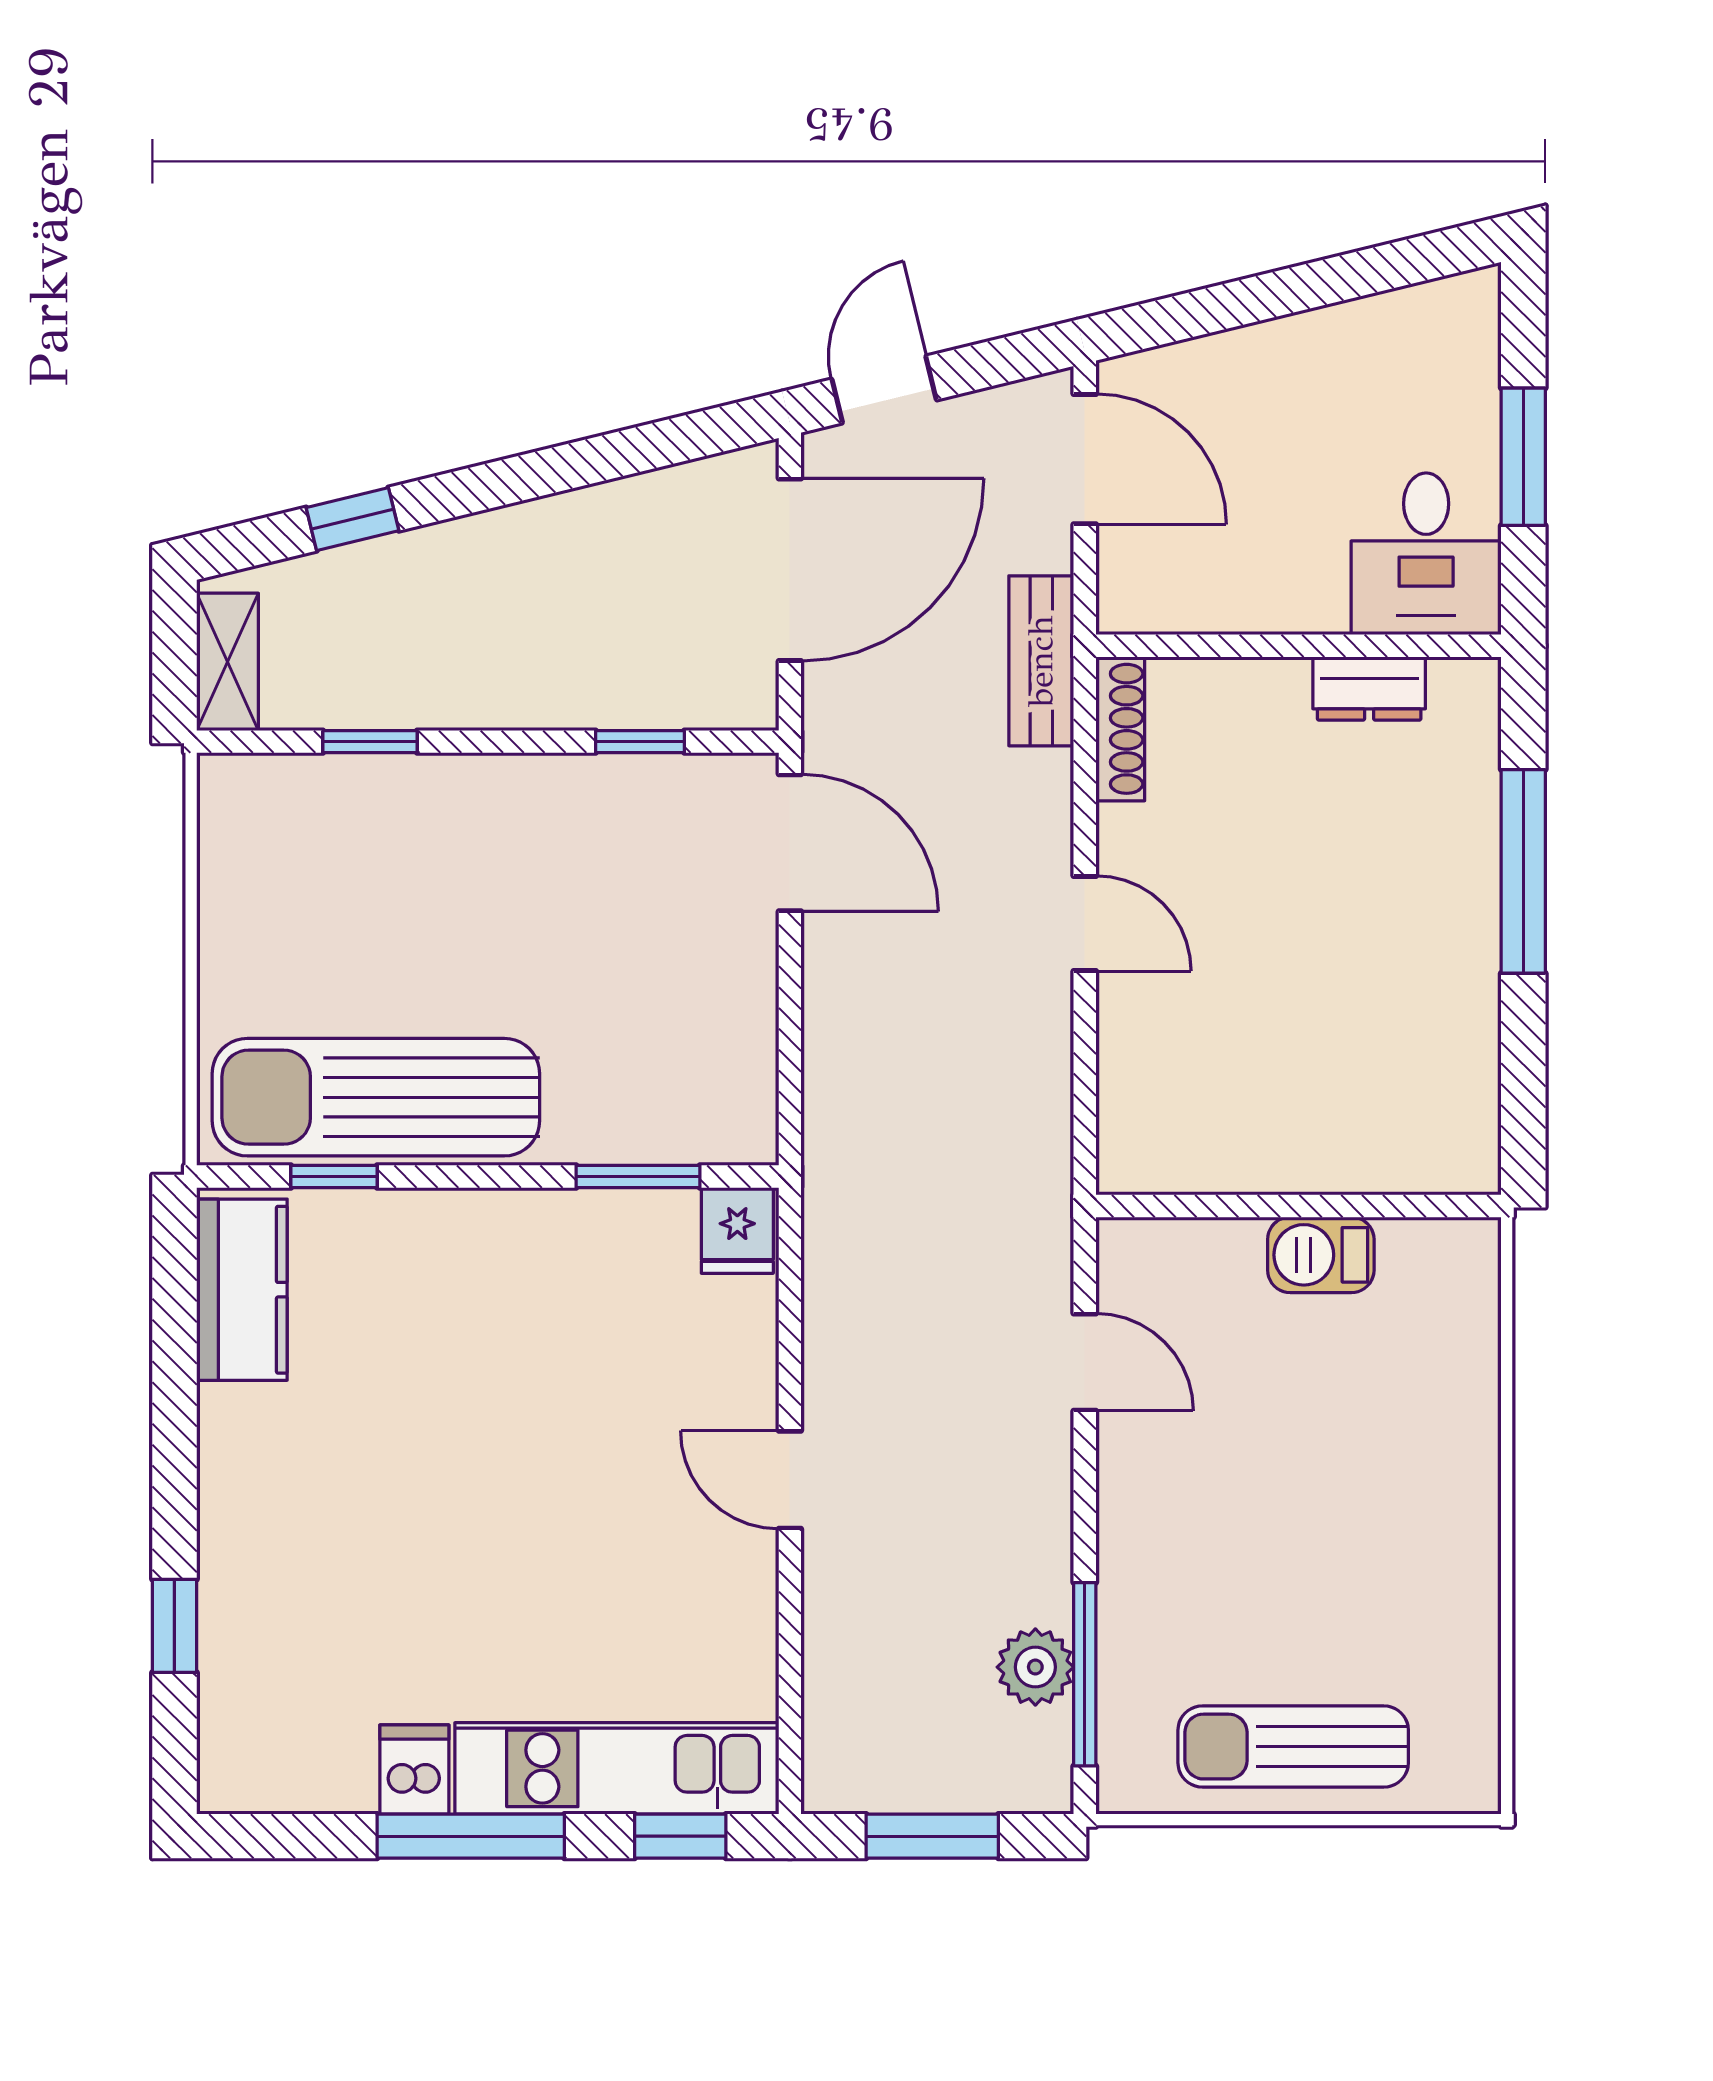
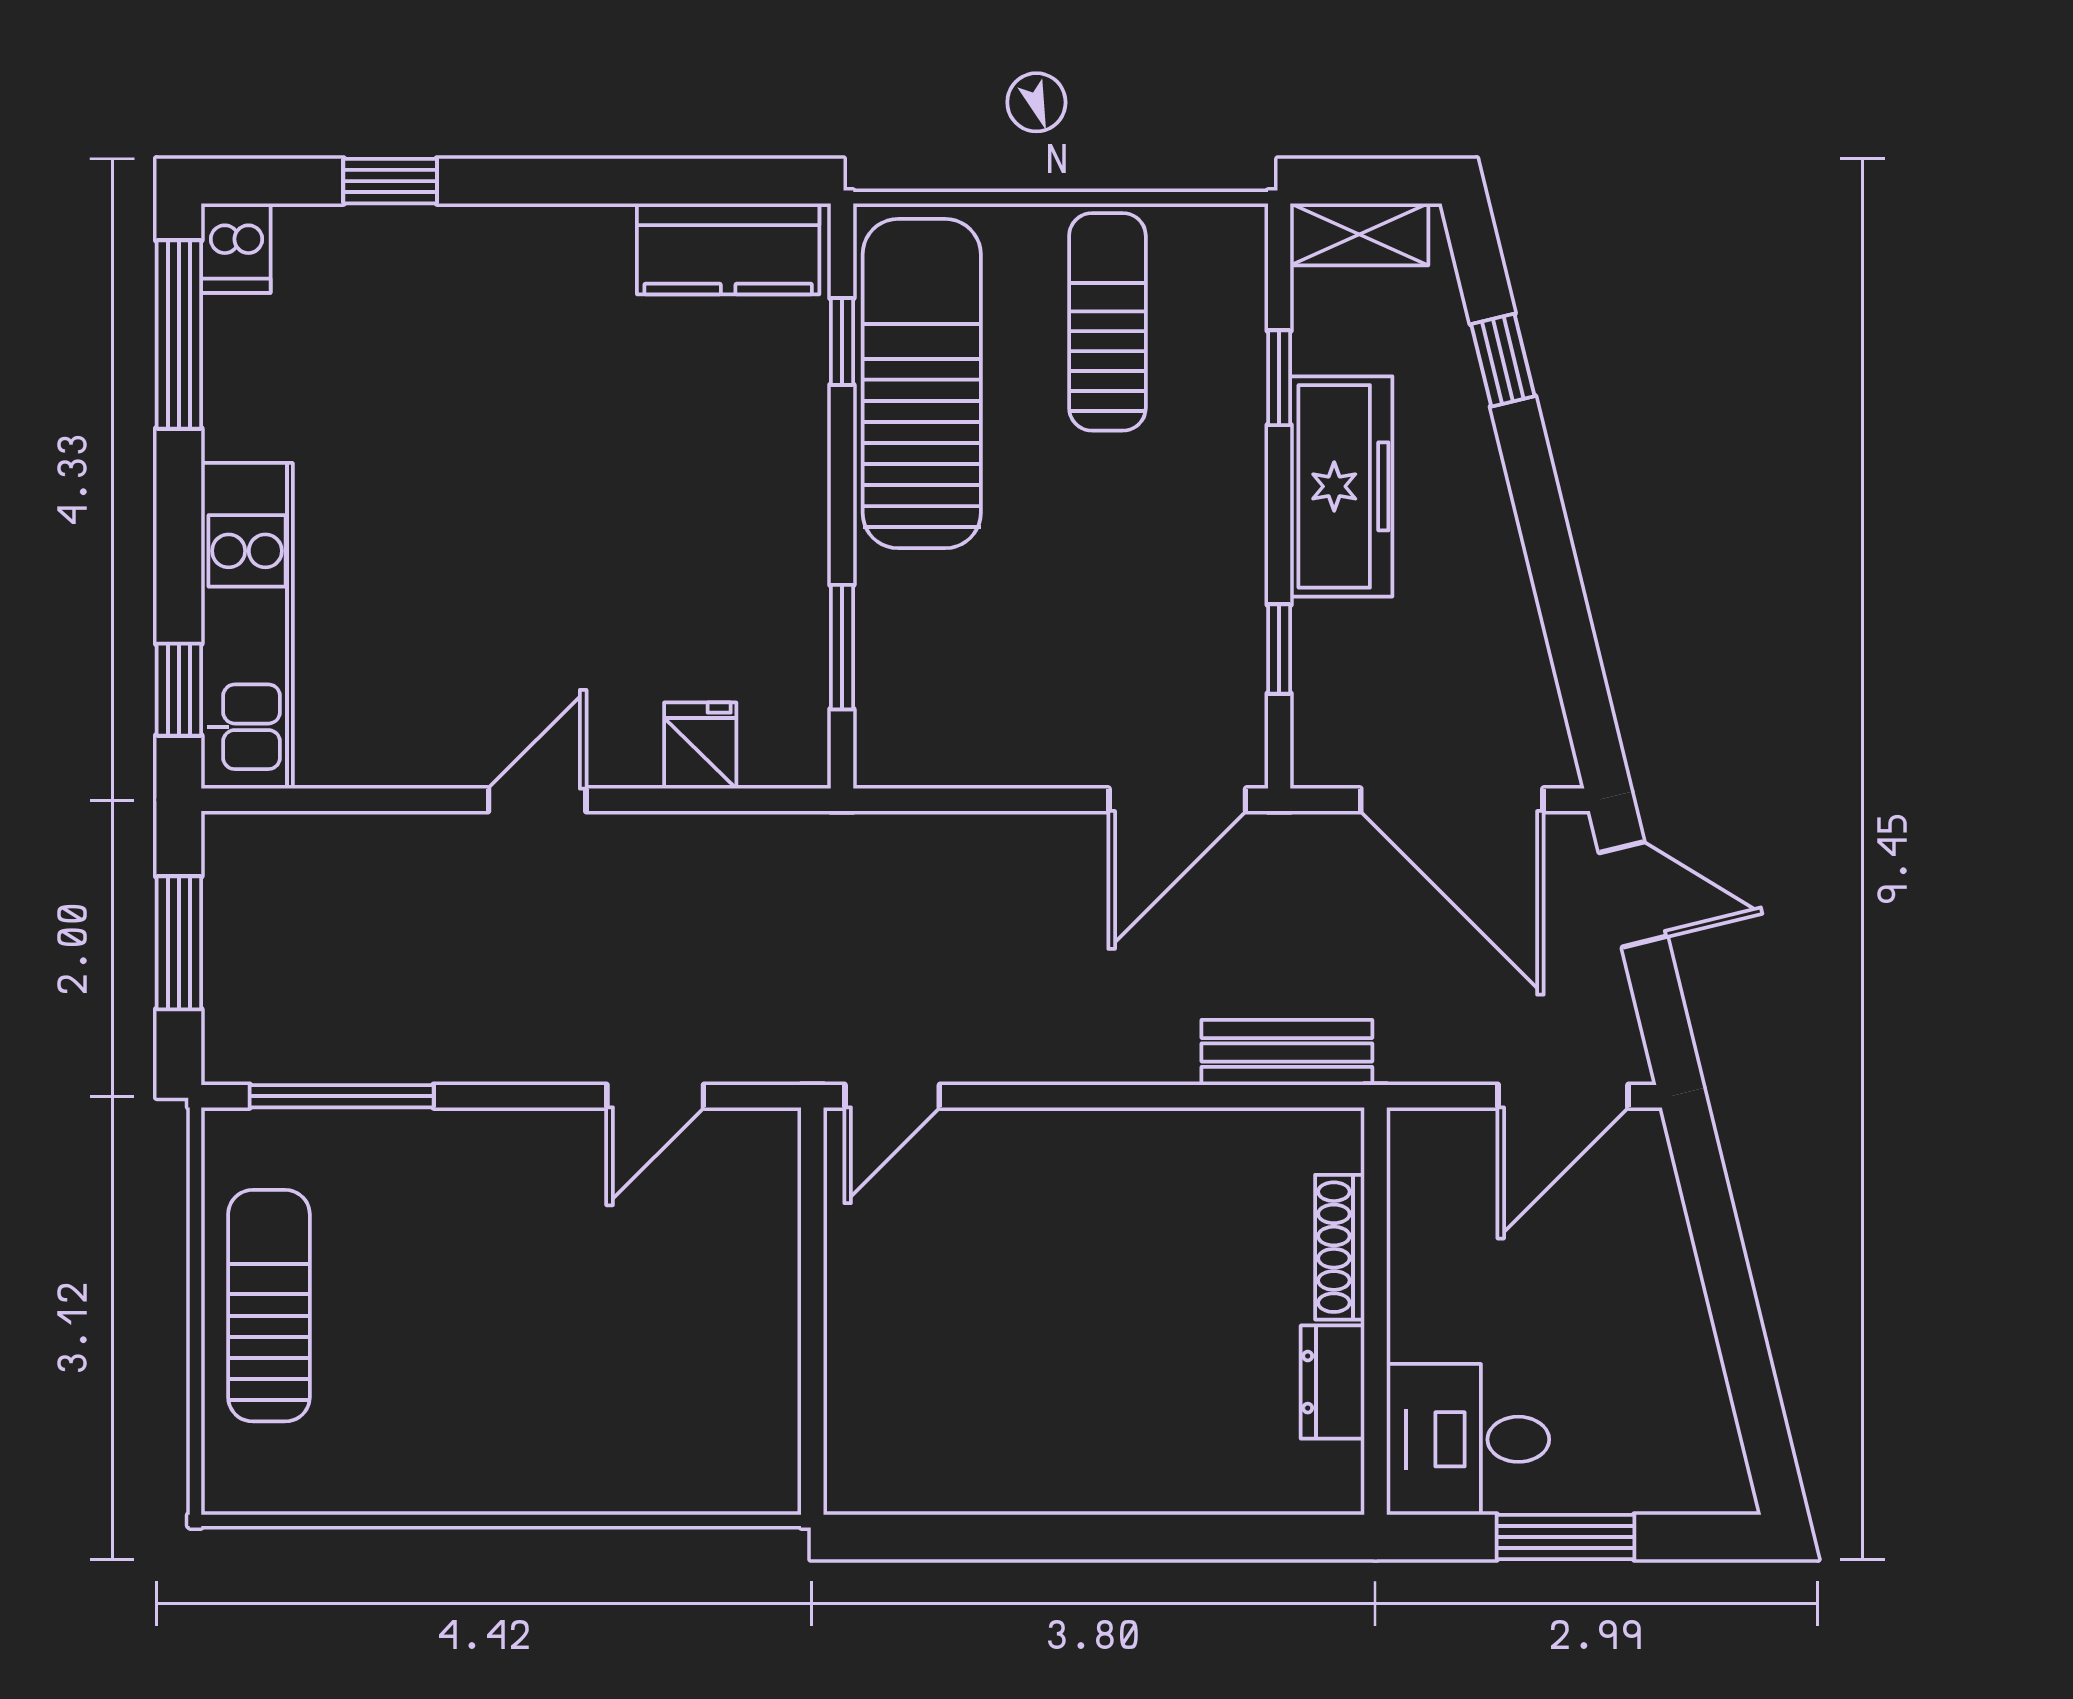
bench: (1041, 661) -> (1287, 1052), moved
freezer: (478, 680) -> (1341, 486), added
shoe rack: (1120, 729) -> (1340, 1247), moved, turned 90
window: (1523, 871) -> (1149, 1537), removed
sun lounger: (314, 912) -> (1107, 322), added
door: (1085, 923) -> (892, 1096), moved
fridge: (737, 1230) -> (700, 746), moved, turned 90
barbecue: (1321, 1255) -> (763, 1334), removed
plant: (1035, 1667) -> (349, 1047), removed
dishwasher: (414, 1769) -> (236, 248), moved, turned 90
window: (471, 1836) -> (179, 334), moved

